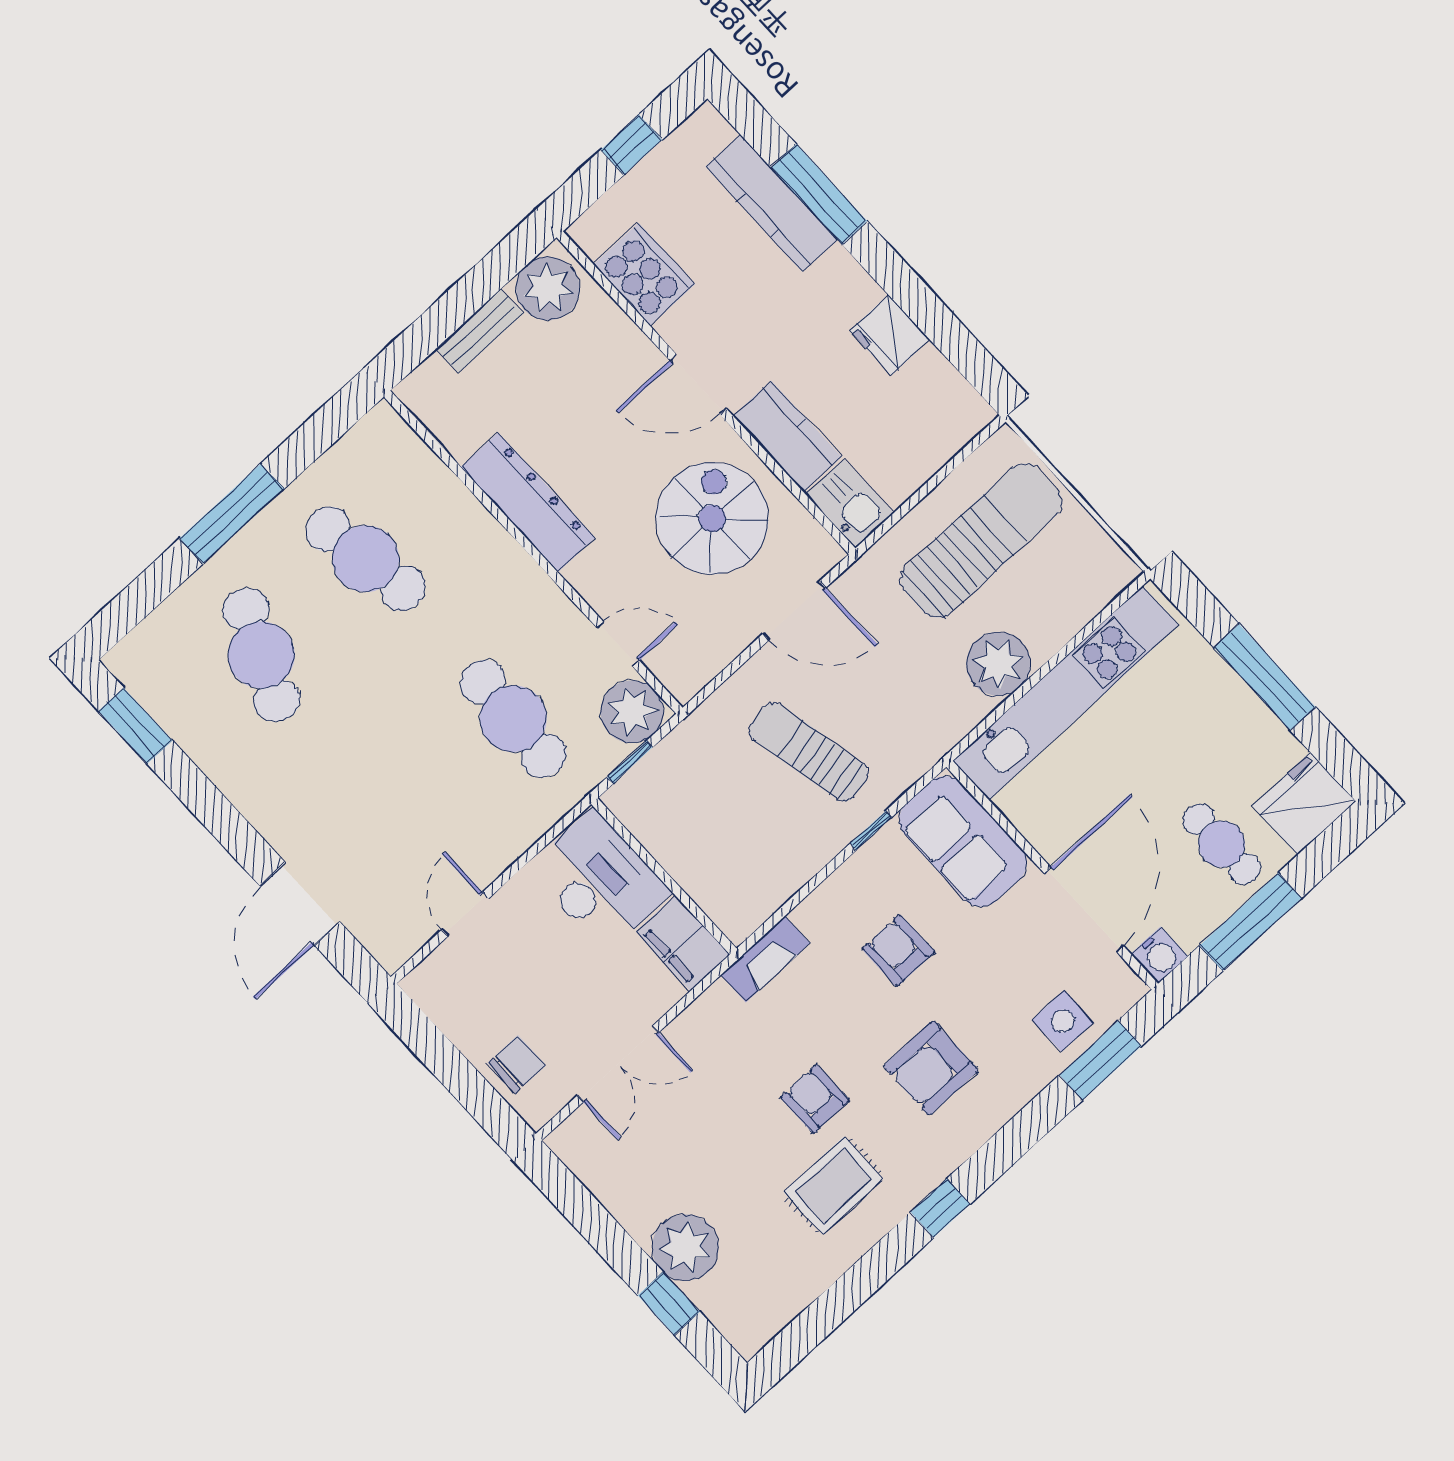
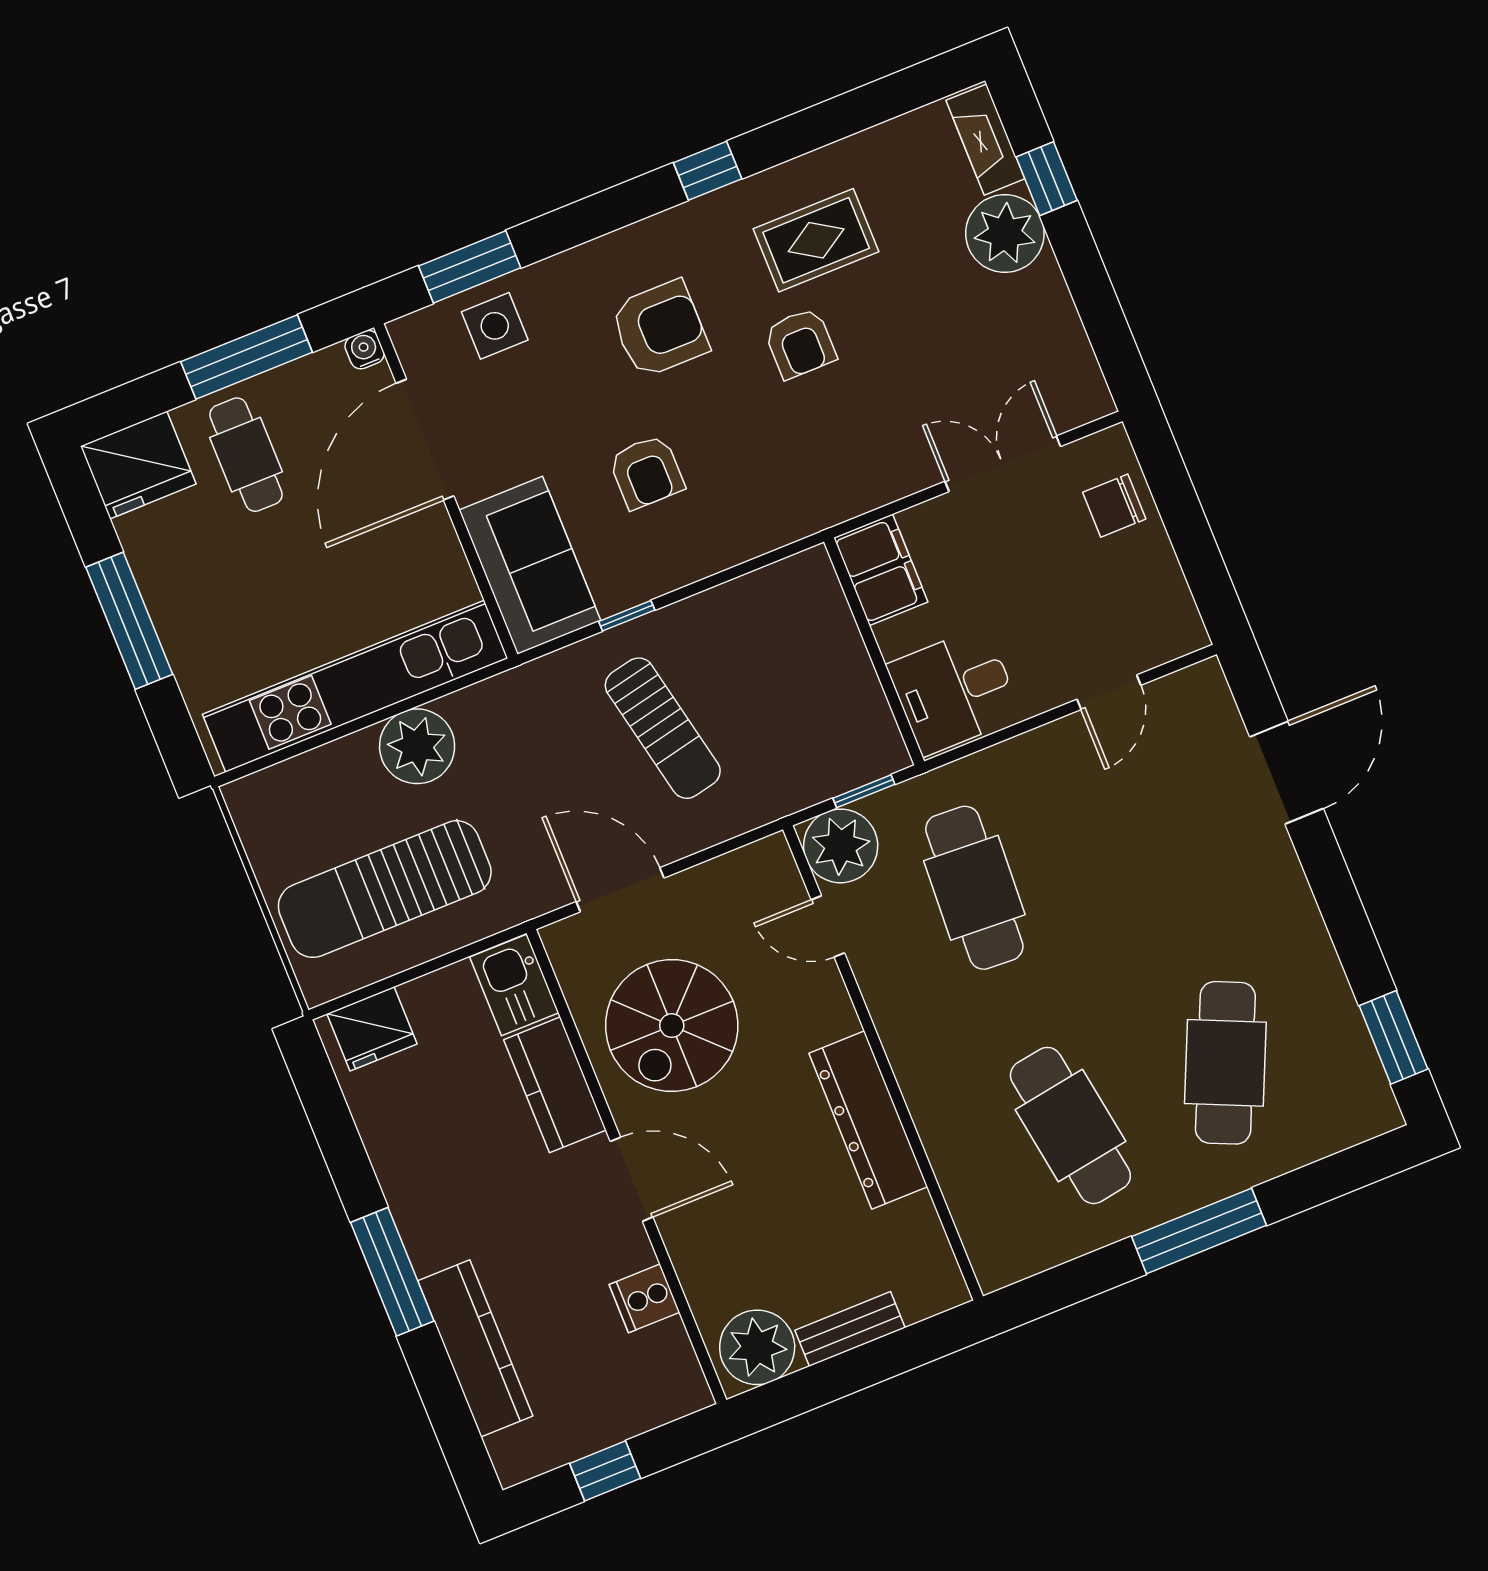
window: (819, 194) -> (392, 1272), moved
cooker: (644, 274) -> (644, 1298), width x0.53, depth x0.76
fridge: (890, 335) -> (372, 1029), moved, turned 90
desk: (599, 881) -> (954, 691), width x0.73
water cooler: (1159, 955) -> (365, 350), width x0.72, depth x0.72
fireplace: (765, 959) -> (985, 140), moved, turned -90

